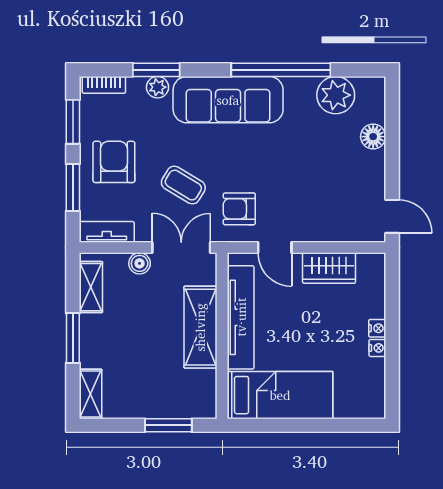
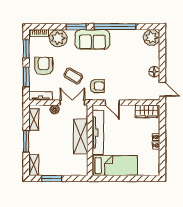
window: (156, 70) -> (76, 27), moved
plant: (157, 87) -> (58, 38), width x1.87, depth x1.87
plant: (336, 95) -> (152, 37), moved
sofa: (228, 100) -> (92, 39), width x0.73
floor lamp: (373, 137) -> (154, 72), moved
armchair: (239, 209) -> (97, 86), turned 180
wardrobe: (329, 268) -> (146, 111), moved
window: (168, 425) -> (52, 178), moved

